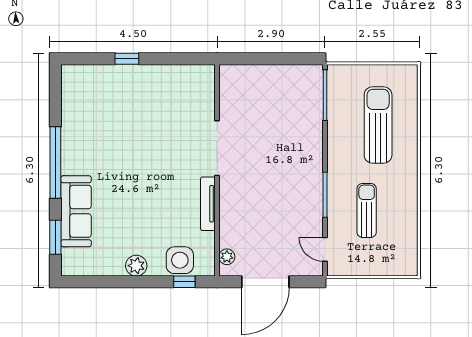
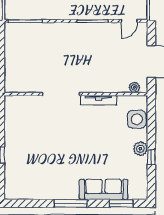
window: (55, 163) -> (71, 203), width x0.68
window: (184, 282) -> (151, 157), moved

